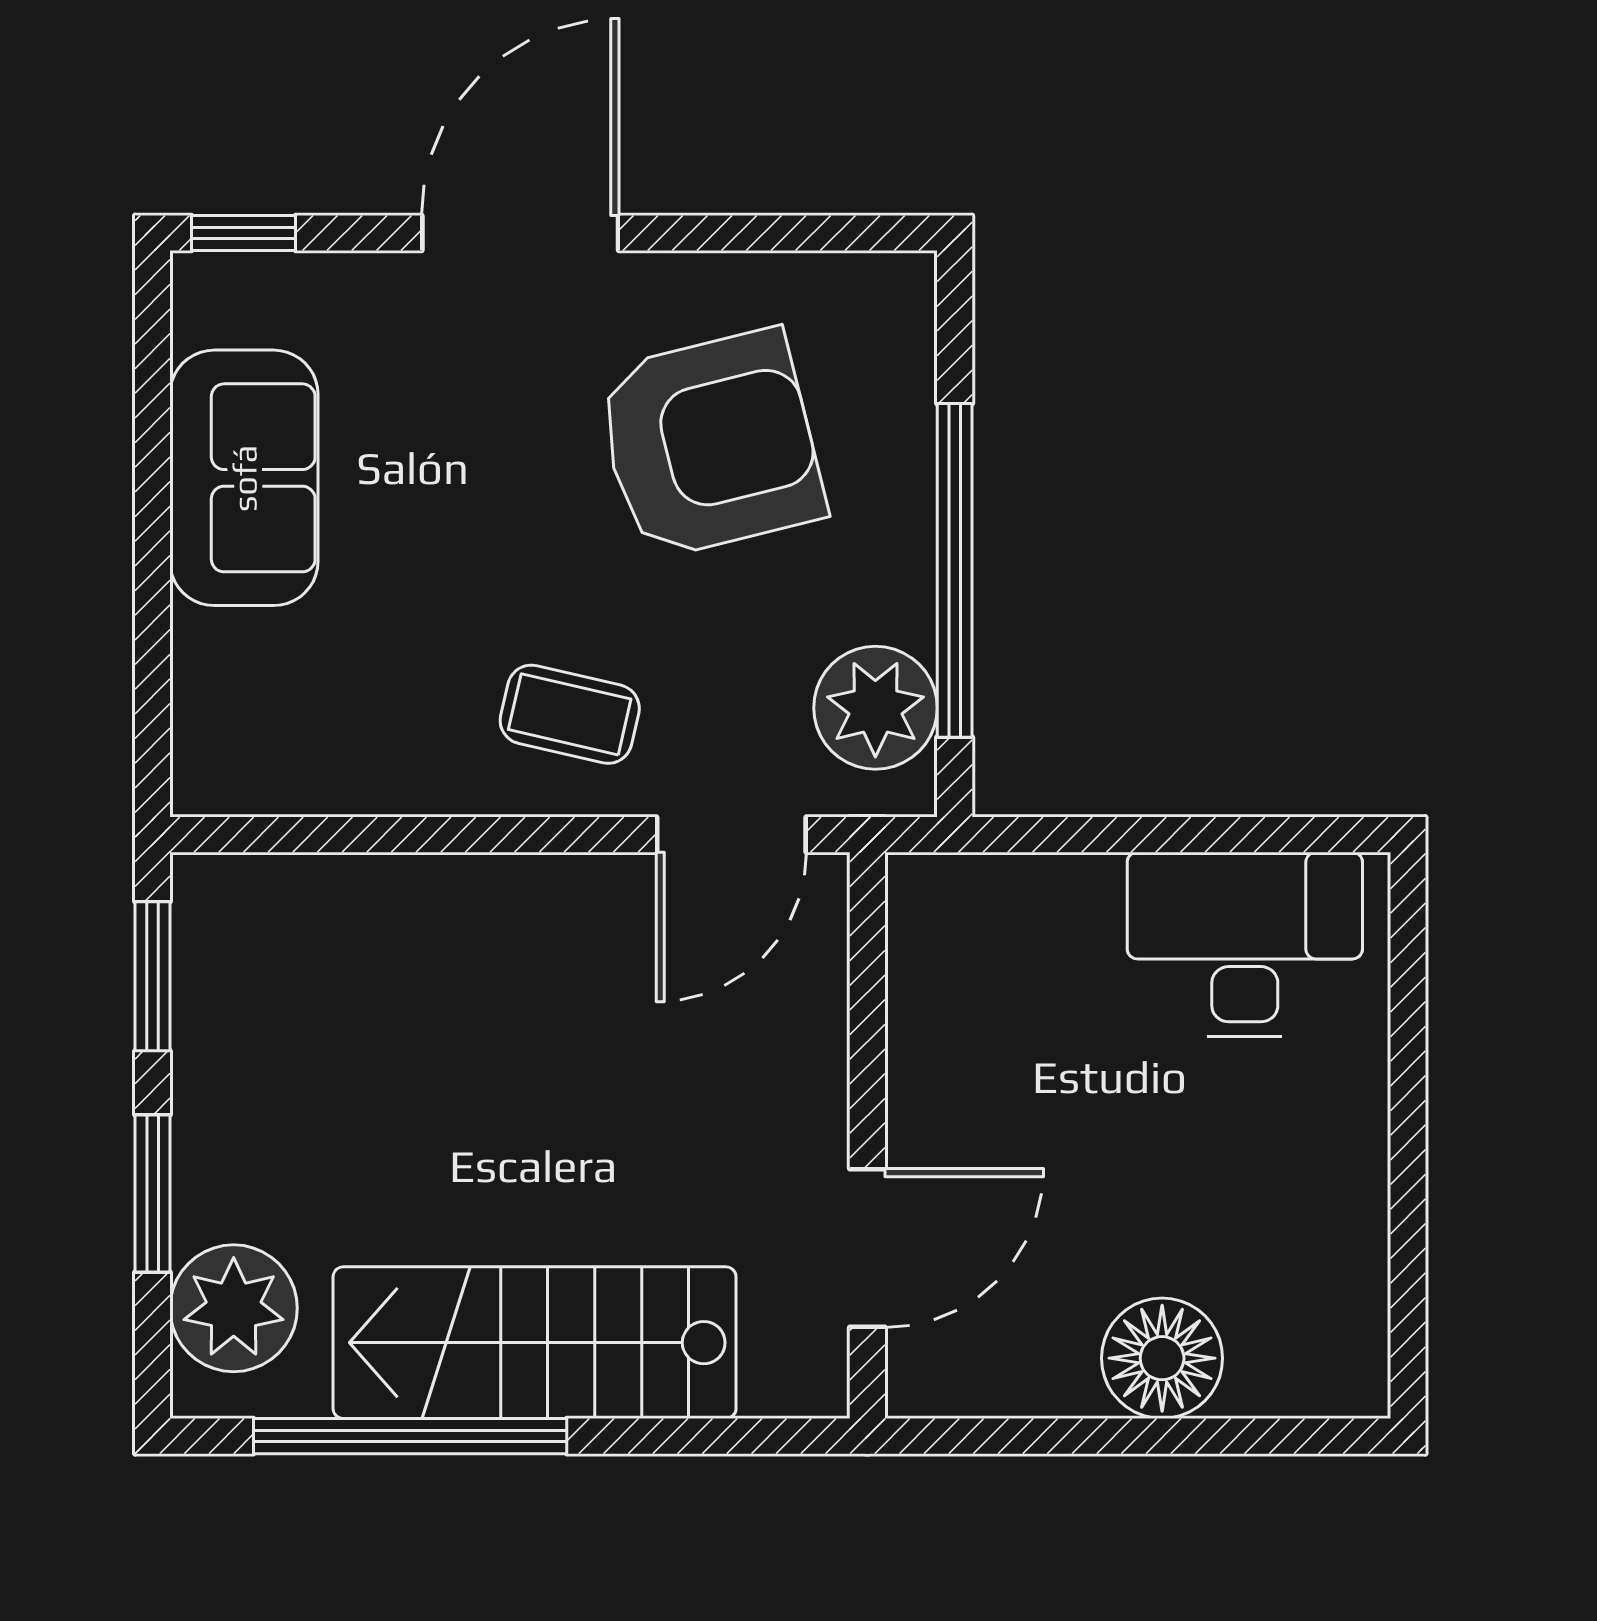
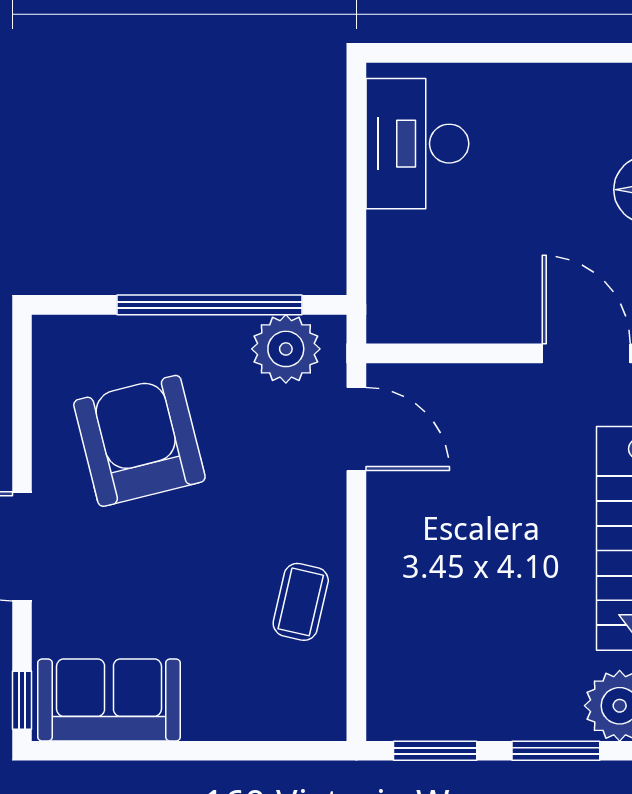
sofa: (244, 478) -> (109, 700), moved
coffee table: (570, 714) -> (301, 602), moved

